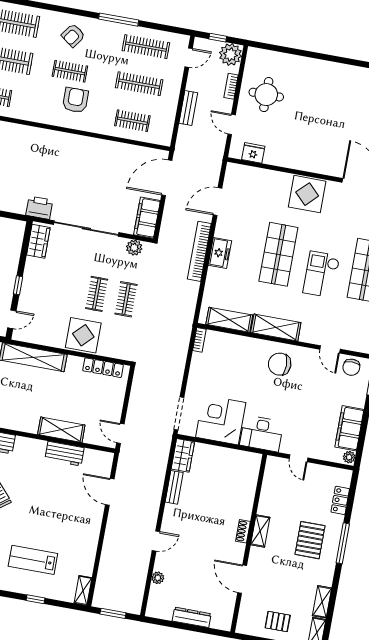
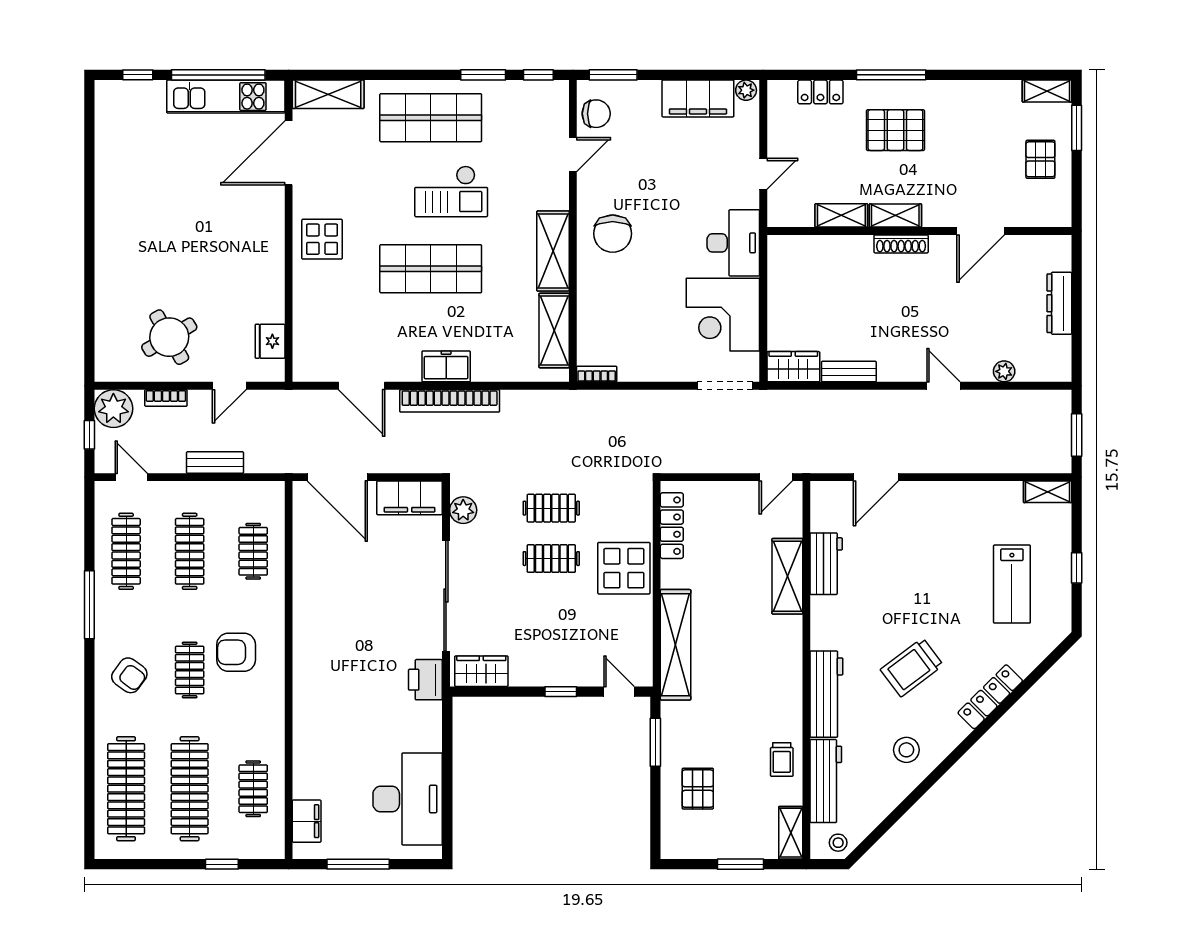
round table: (266, 95) -> (169, 337), turned -30
display table: (307, 194) -> (322, 239), width x0.73, depth x0.73
shoe rack: (243, 531) -> (901, 244), width x1.43
shelving: (322, 602) -> (841, 215), moved

